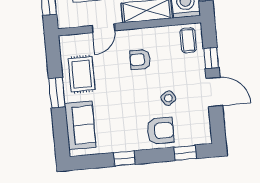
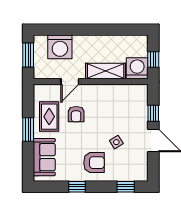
coffee table: (188, 40) -> (136, 98), removed
armchair: (140, 60) -> (76, 114), moved, turned -90
armchair: (160, 131) -> (94, 163), moved

